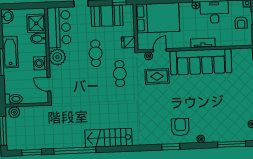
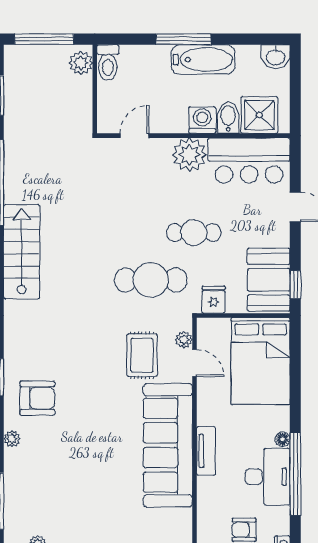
booth: (107, 16) -> (269, 280), moved
washing machine: (40, 63) -> (202, 120), moved
cafe table: (120, 74) -> (151, 280), width x1.37, depth x1.35

